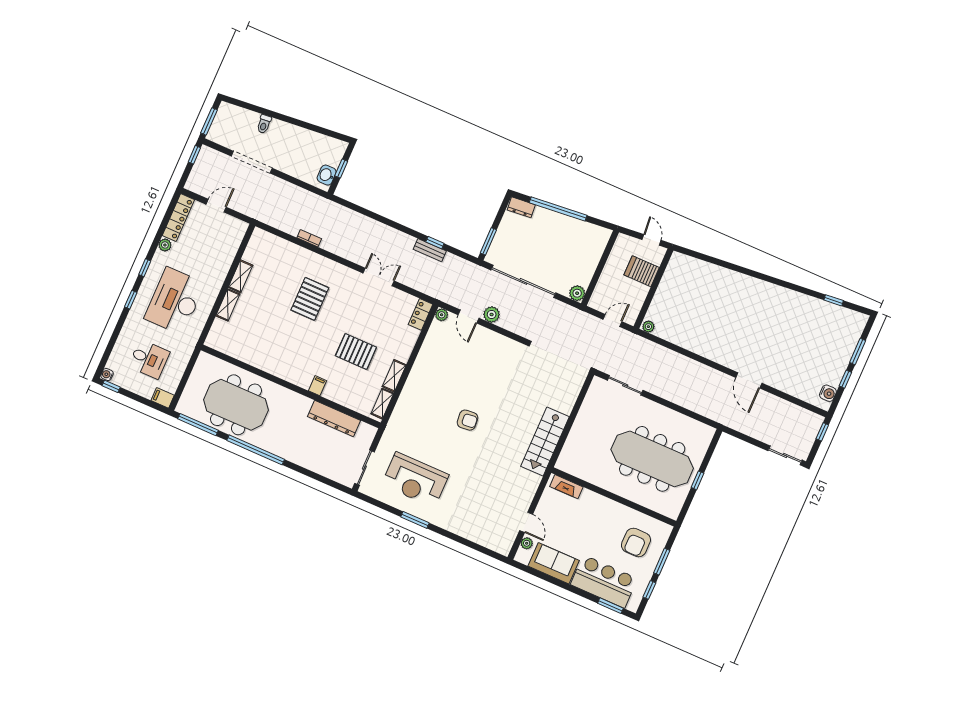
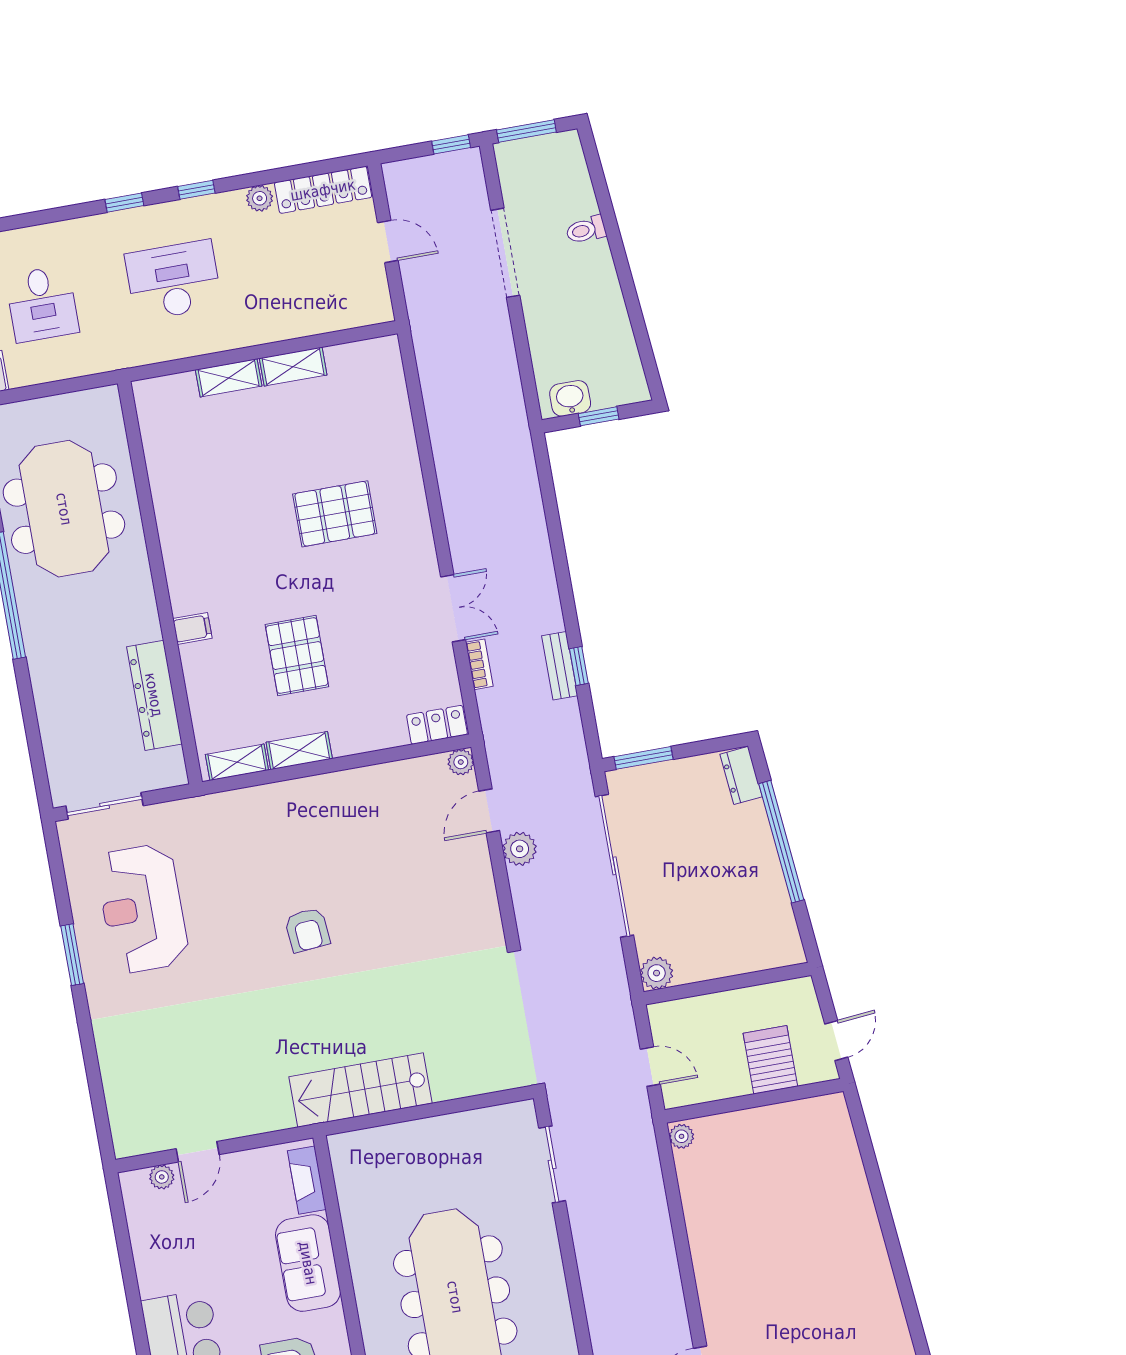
bookcase: (309, 238) -> (479, 664), moved
desk: (175, 301) -> (173, 280), width x0.73, depth x0.77
sofa: (554, 563) -> (308, 1263), moved, turned 180

